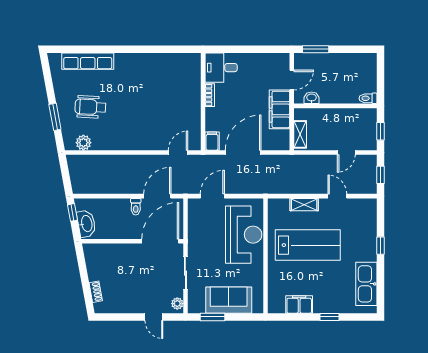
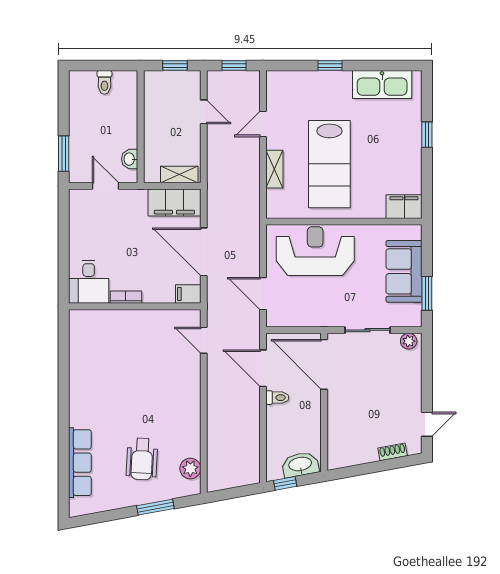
toilet: (368, 98) -> (104, 82), moved
filing cabinet: (279, 109) -> (174, 203), moved
lab bench: (308, 245) -> (329, 164), turned 180
filing cabinet: (299, 304) -> (404, 207), moved, turned 90
door: (154, 317) -> (427, 424), moved

